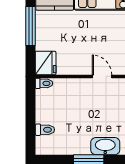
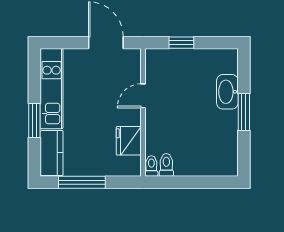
fridge: (46, 63) -> (129, 141), moved, turned -90
toilet: (45, 130) -> (166, 165), moved

